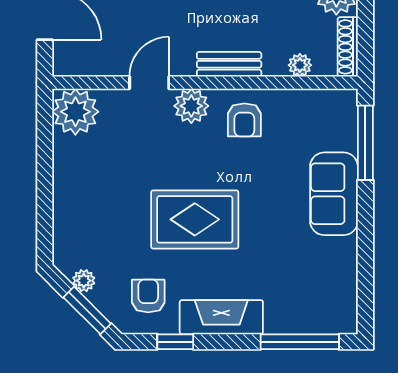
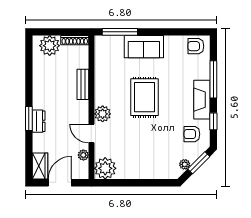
bench: (229, 64) -> (83, 84), moved
plant: (300, 65) -> (83, 155), moved
armchair: (244, 120) -> (196, 46), moved, turned 180
rug: (195, 219) -> (144, 97), moved
window: (300, 342) -> (213, 79), moved

